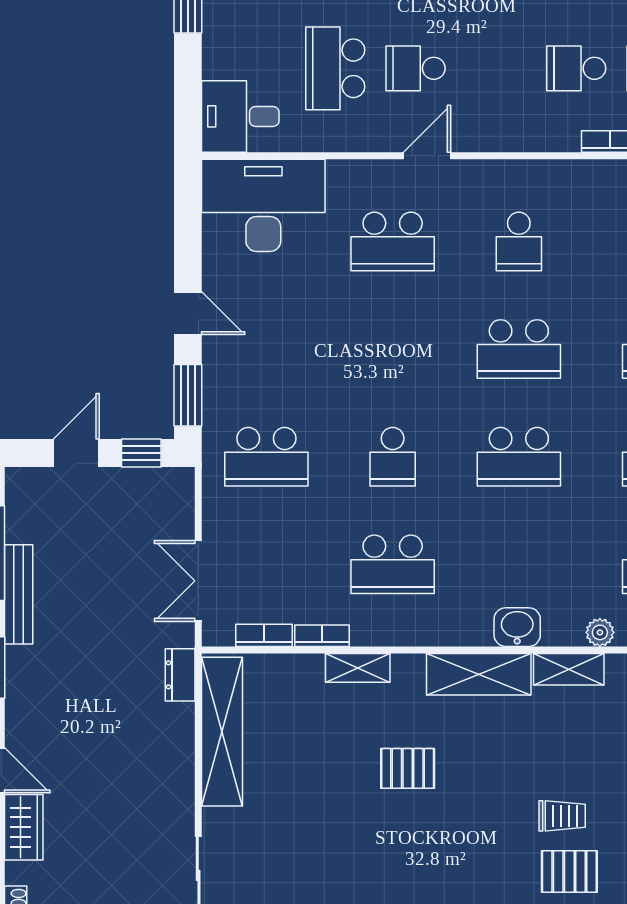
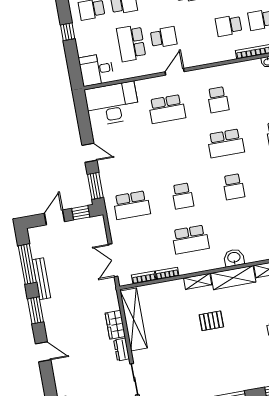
school desk: (416, 68) -> (164, 37), turned 180
school desk: (519, 457) -> (234, 187), width x0.54
washbasin: (517, 627) -> (234, 258), moved
shelving: (358, 668) -> (198, 281), moved
dresser: (180, 675) -> (122, 349), moved
wardrobe: (24, 827) -> (115, 325), moved, turned 180

